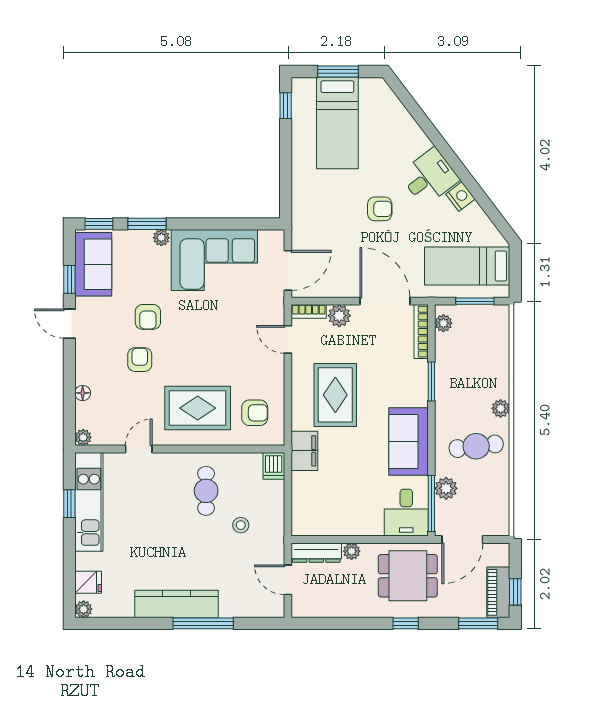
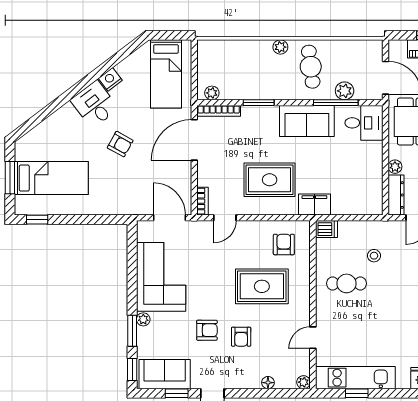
armchair: (380, 209) -> (120, 144), turned 119
window: (475, 301) -> (194, 68), removed
plant: (339, 316) -> (206, 177), removed
armchair: (140, 360) -> (241, 337), turned -90
rug: (198, 408) -> (262, 286), moved, turned 90
door: (139, 449) -> (313, 338), hinge flipped
window: (431, 503) -> (336, 103), moved

